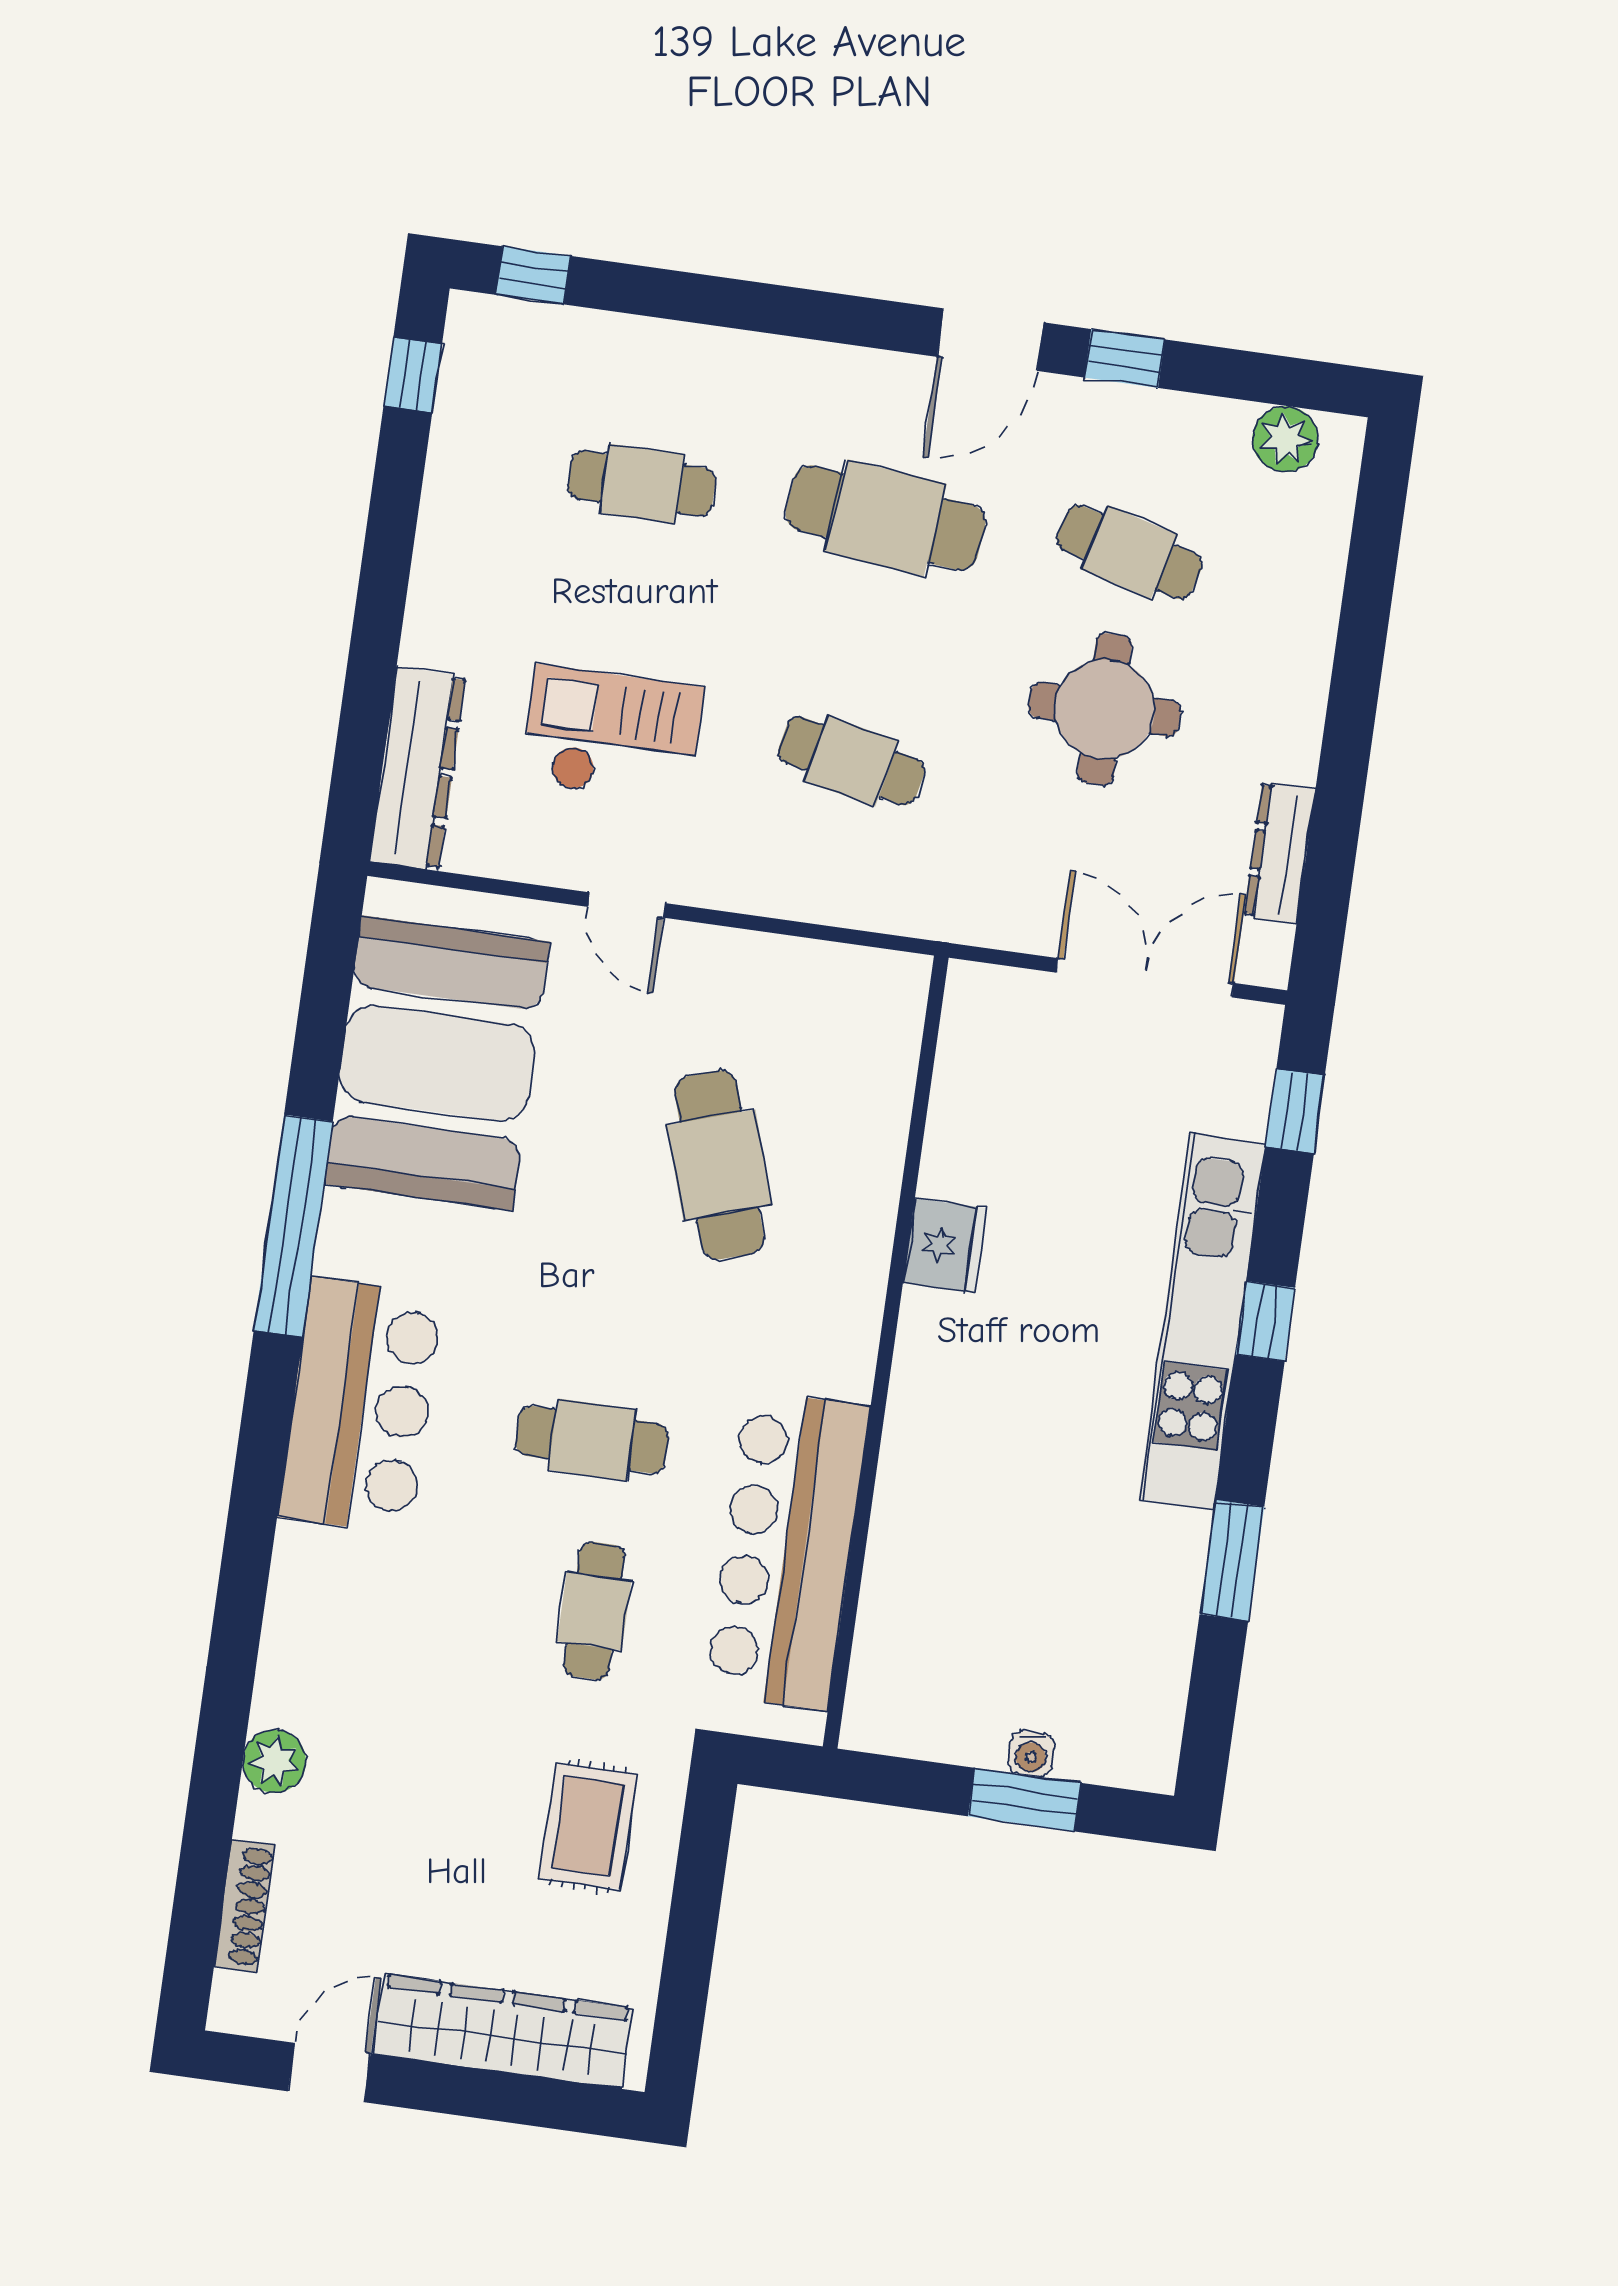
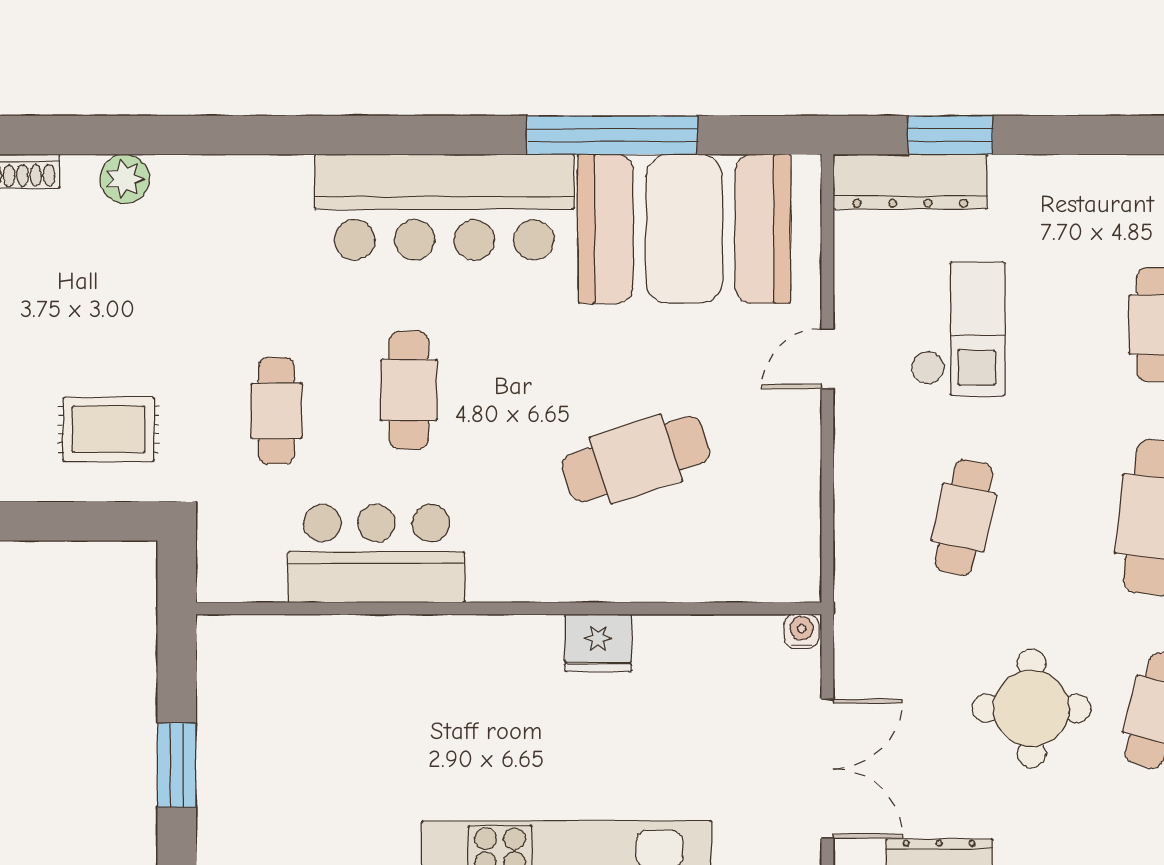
window: (366, 710) -> (950, 135), added
window: (293, 1226) -> (612, 135), moved
bar counter: (361, 1406) -> (444, 207), width x1.36
bar counter: (787, 1550) -> (376, 554), width x0.73
cafe table: (594, 1611) -> (276, 411), turned 90
water cooler: (1031, 1754) -> (802, 631), moved, turned 90

